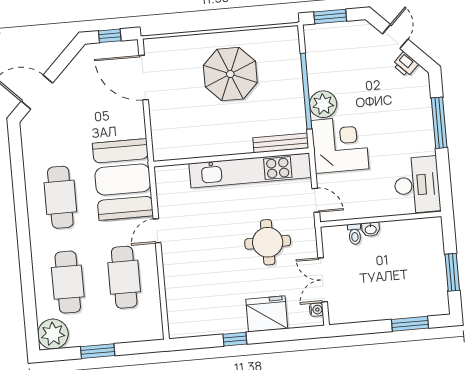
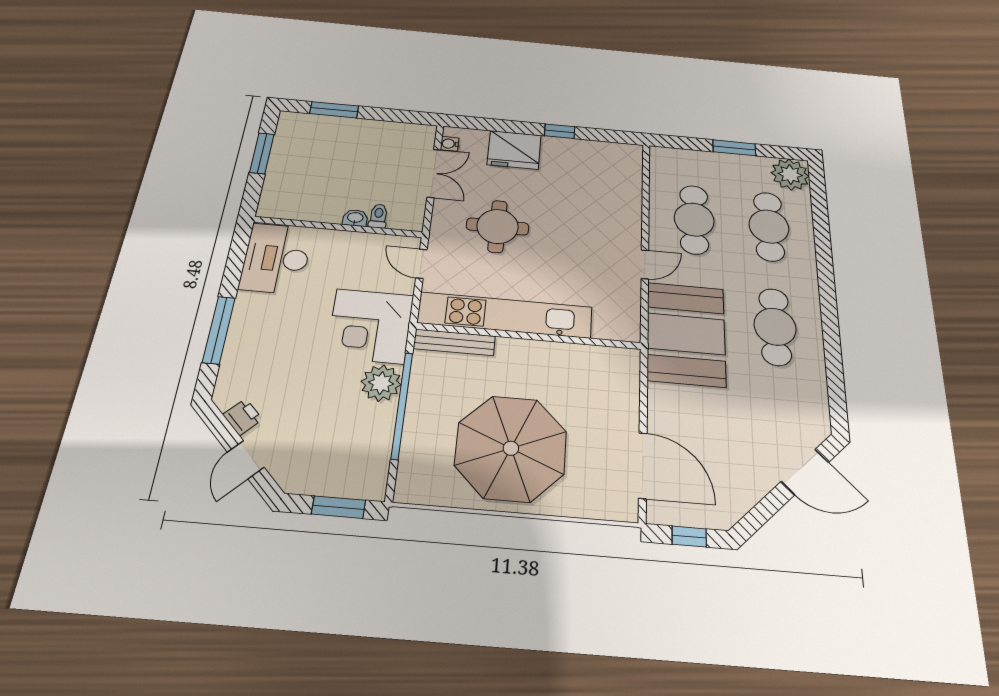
parasol: (230, 74) -> (511, 448), width x1.36, depth x1.36

